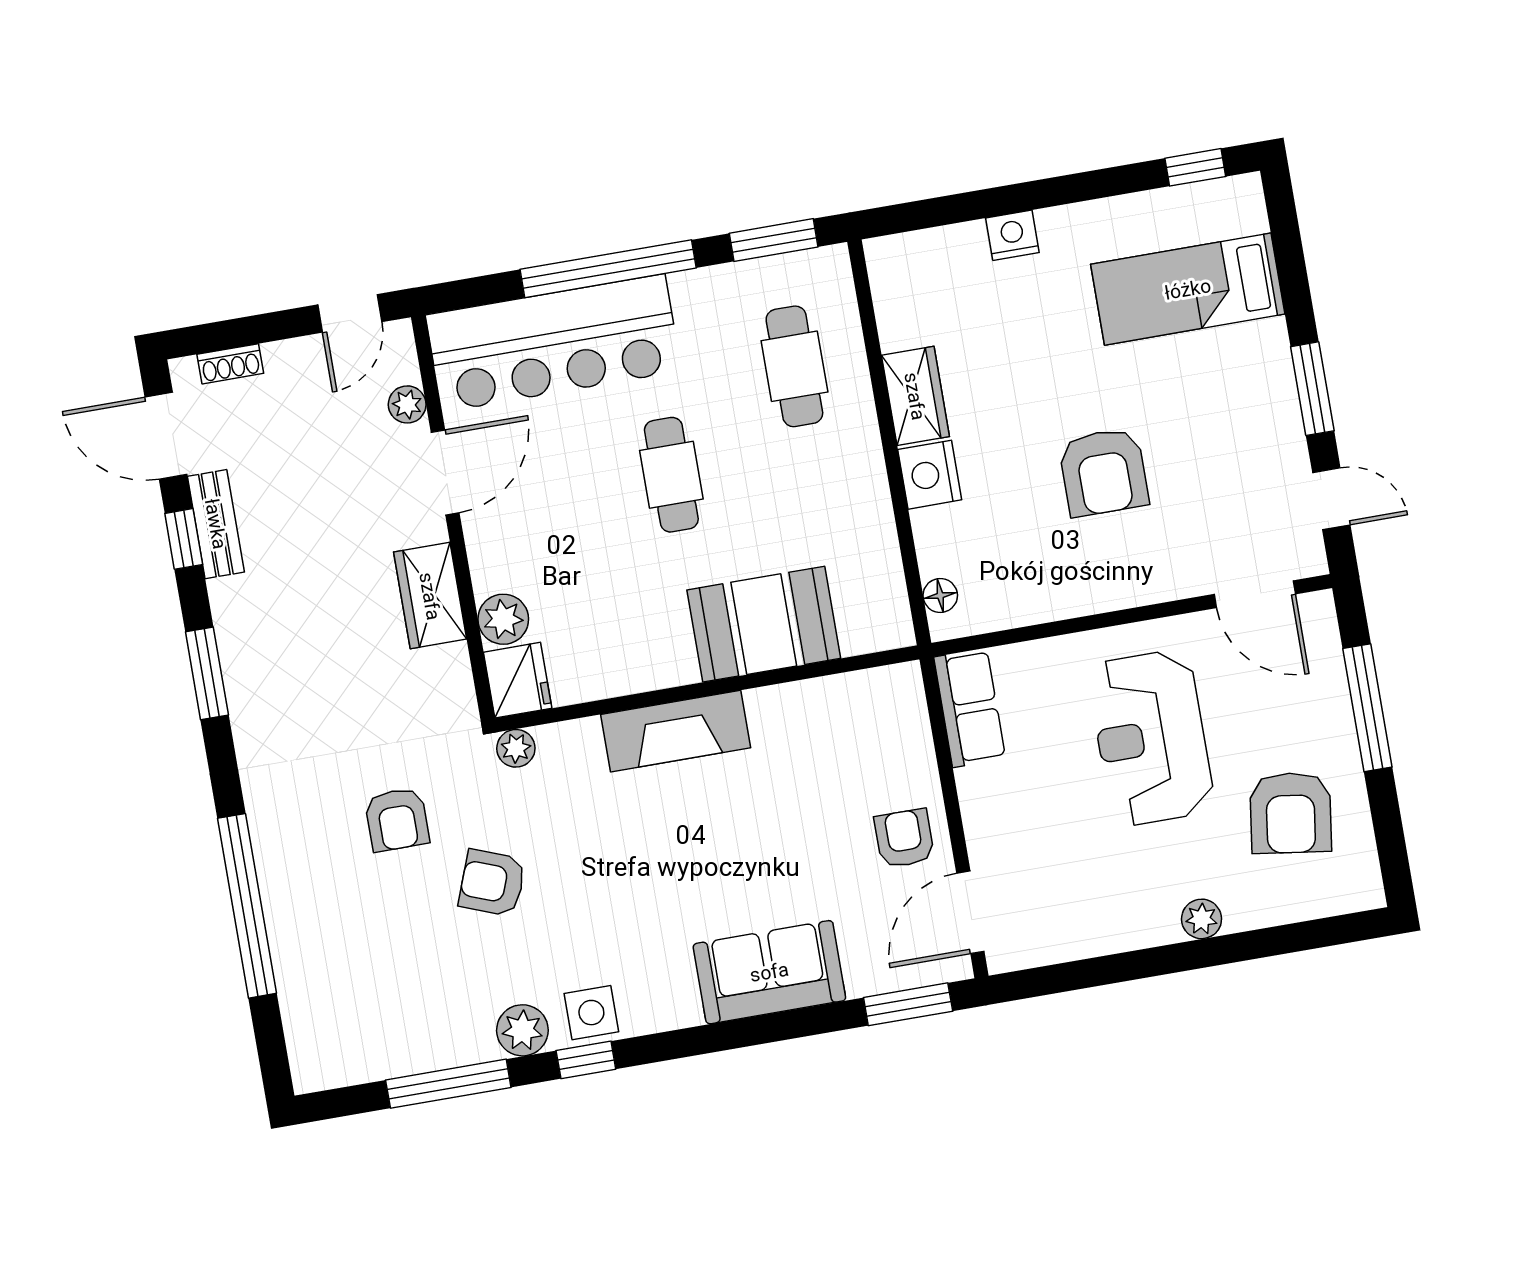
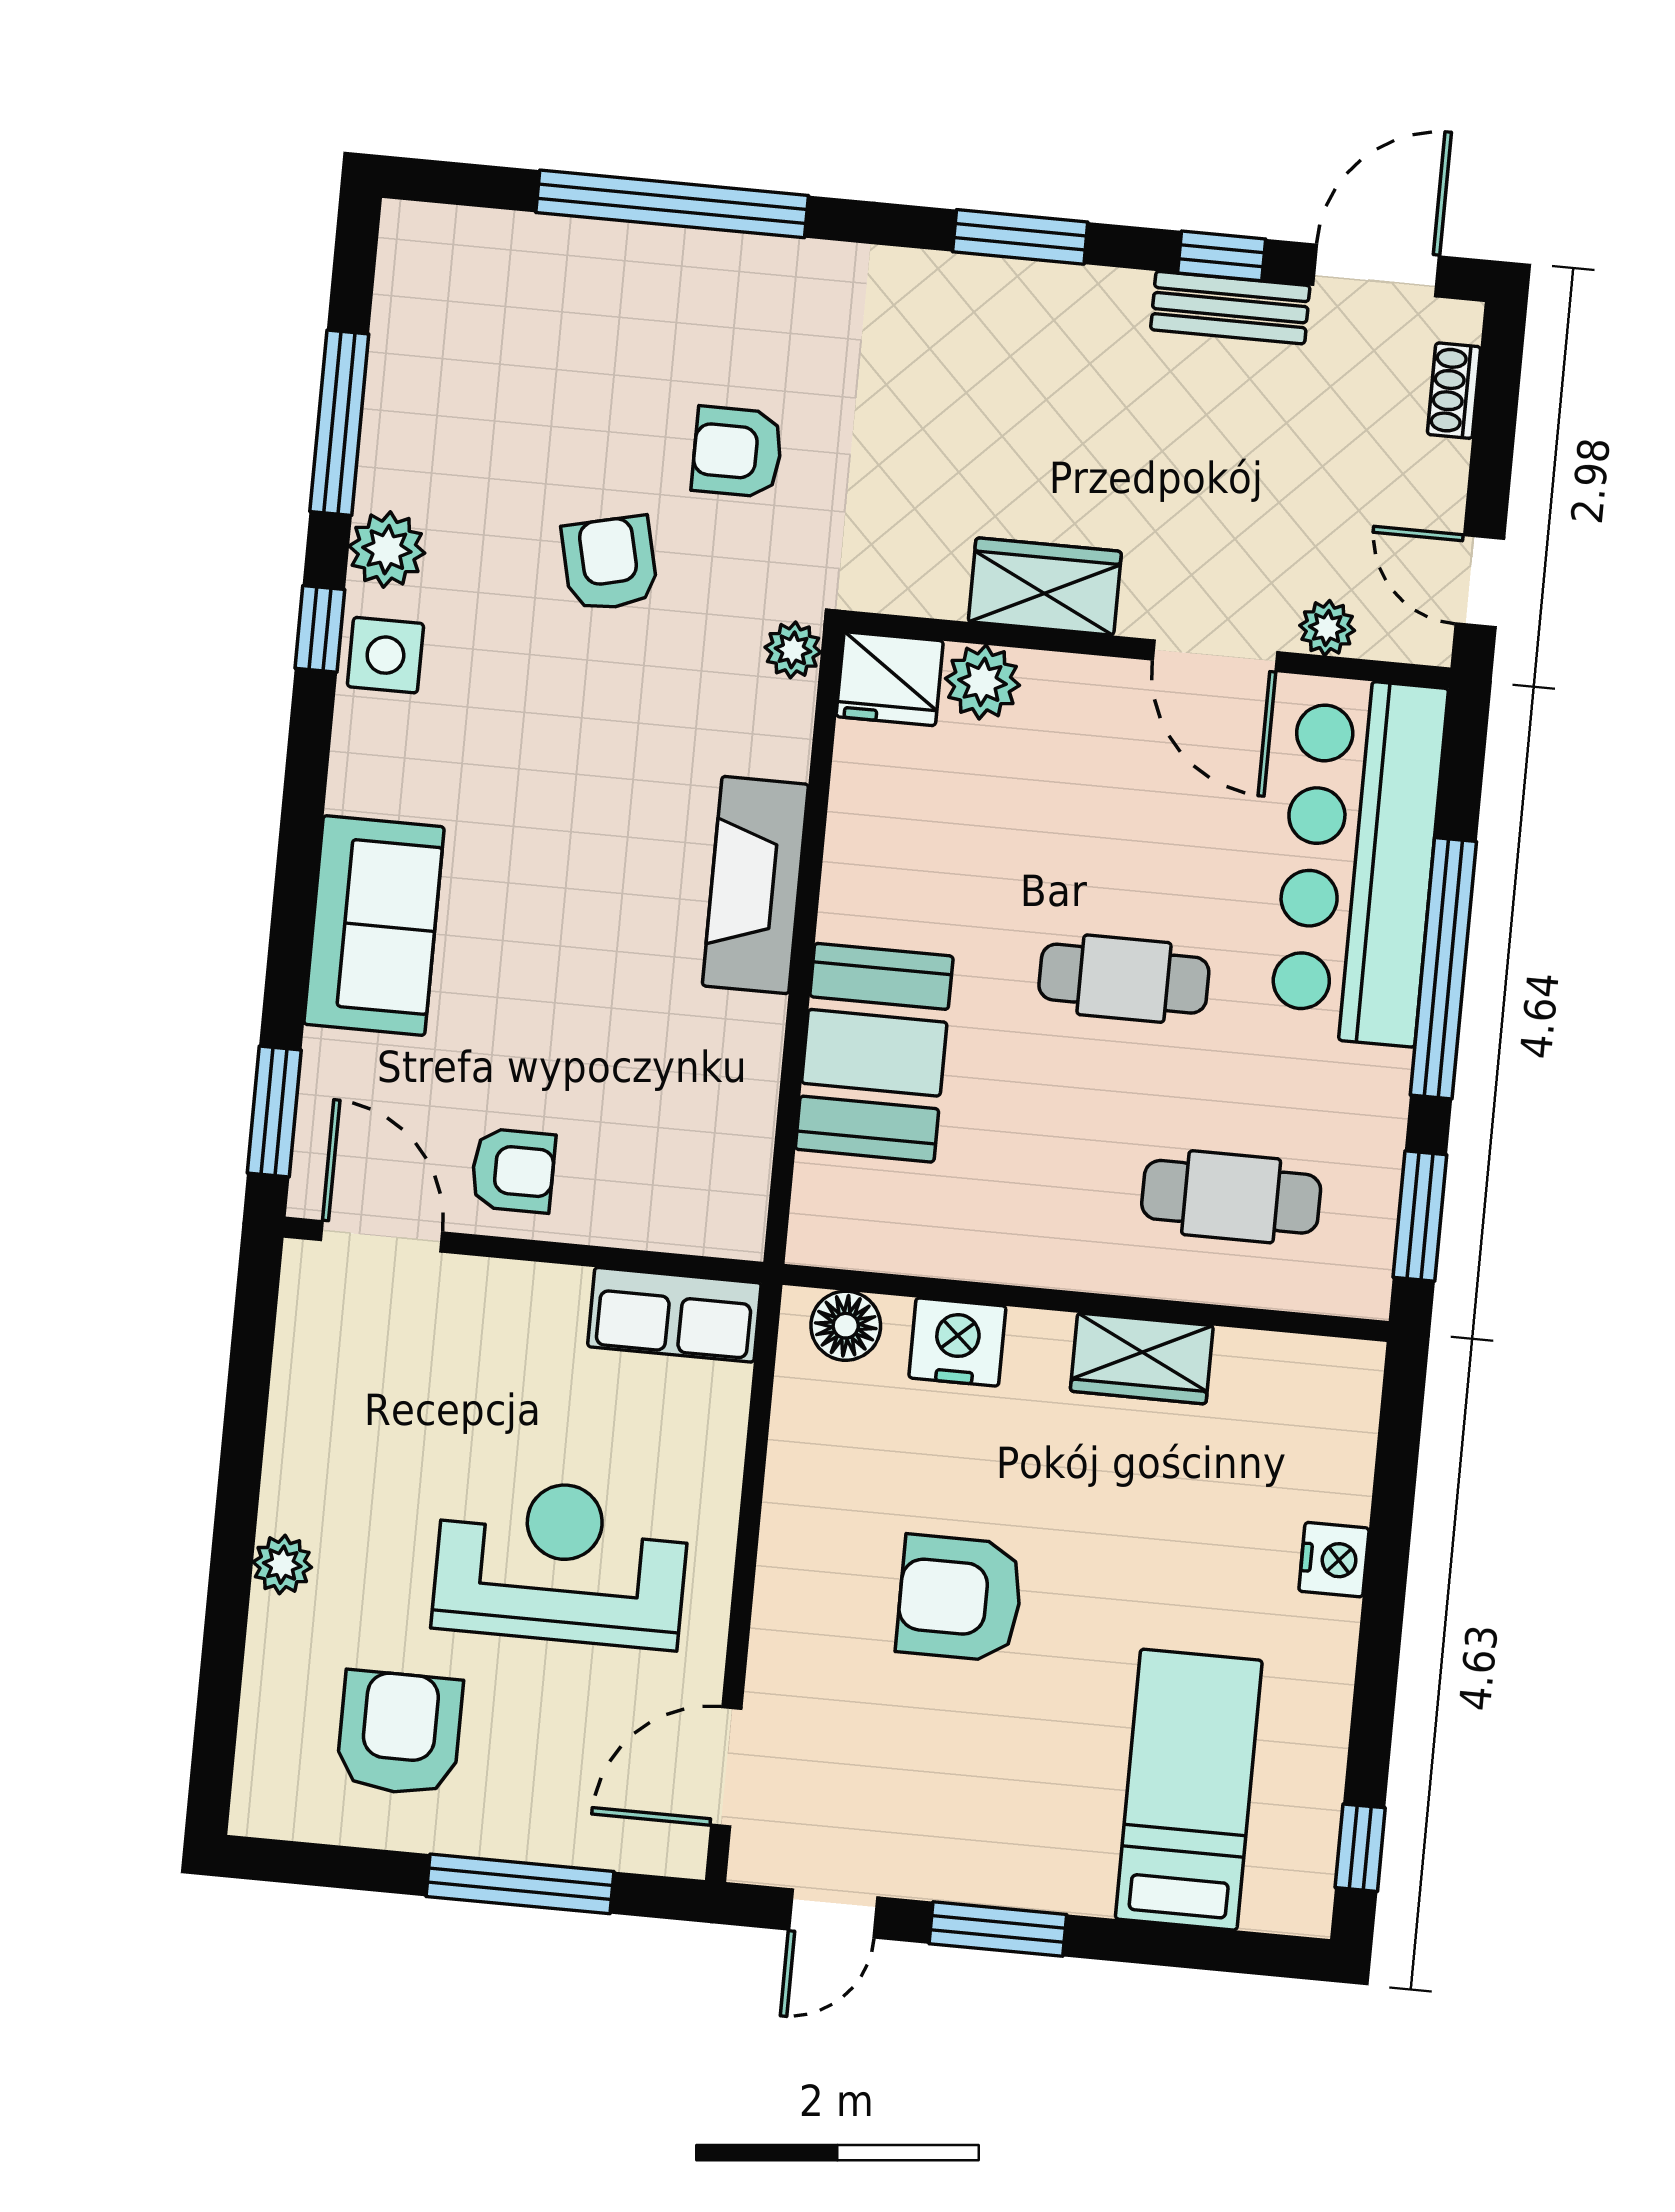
nightstand: (930, 475) -> (957, 1342), moved
floor lamp: (940, 595) -> (846, 1326), width x1.37, depth x1.37
armchair: (1291, 813) -> (399, 1733), turned 82
armchair: (492, 883) -> (610, 564), turned -34

